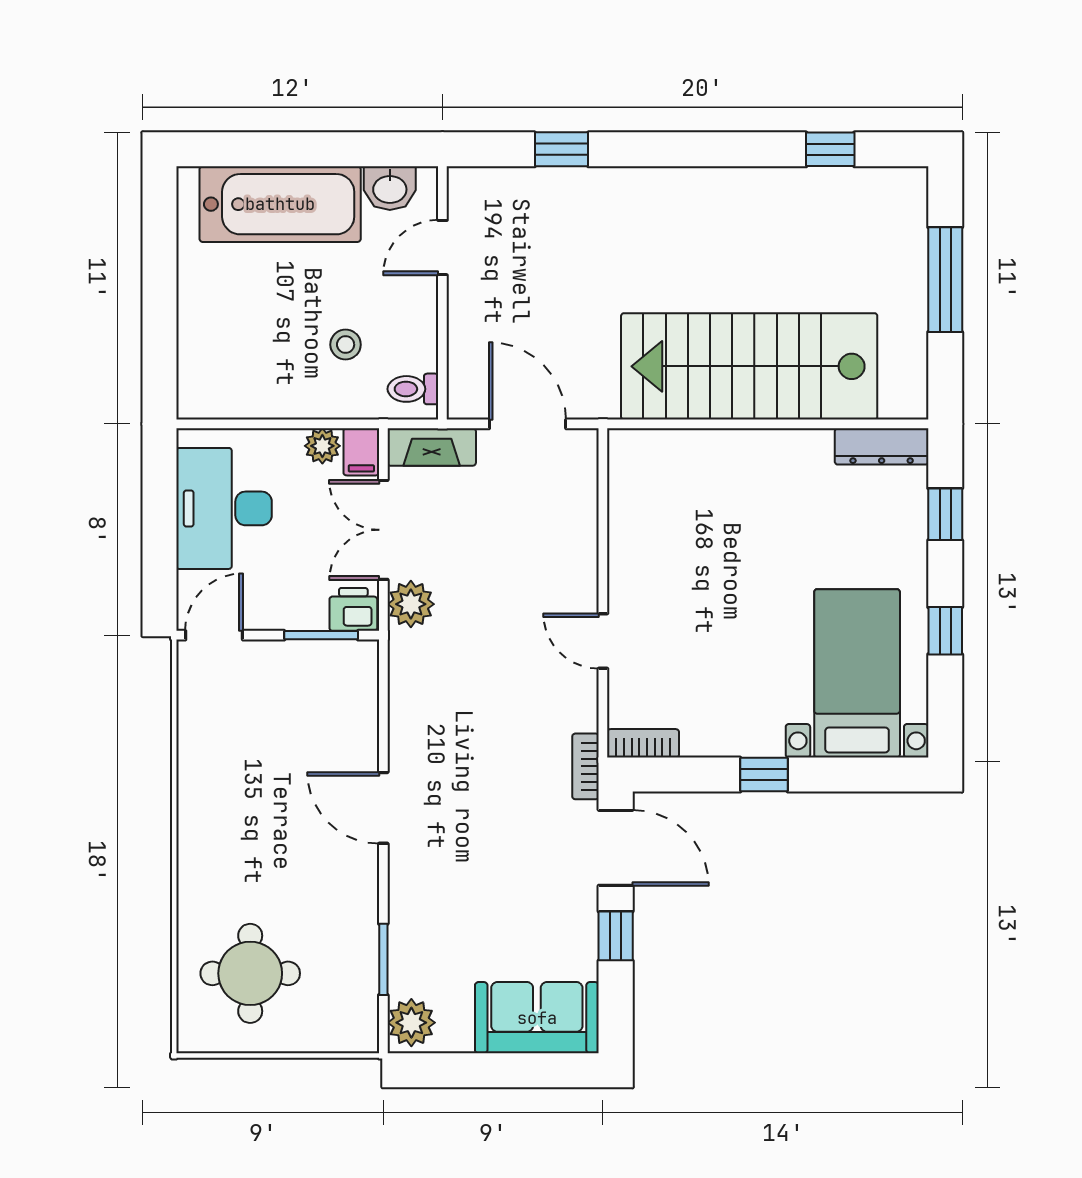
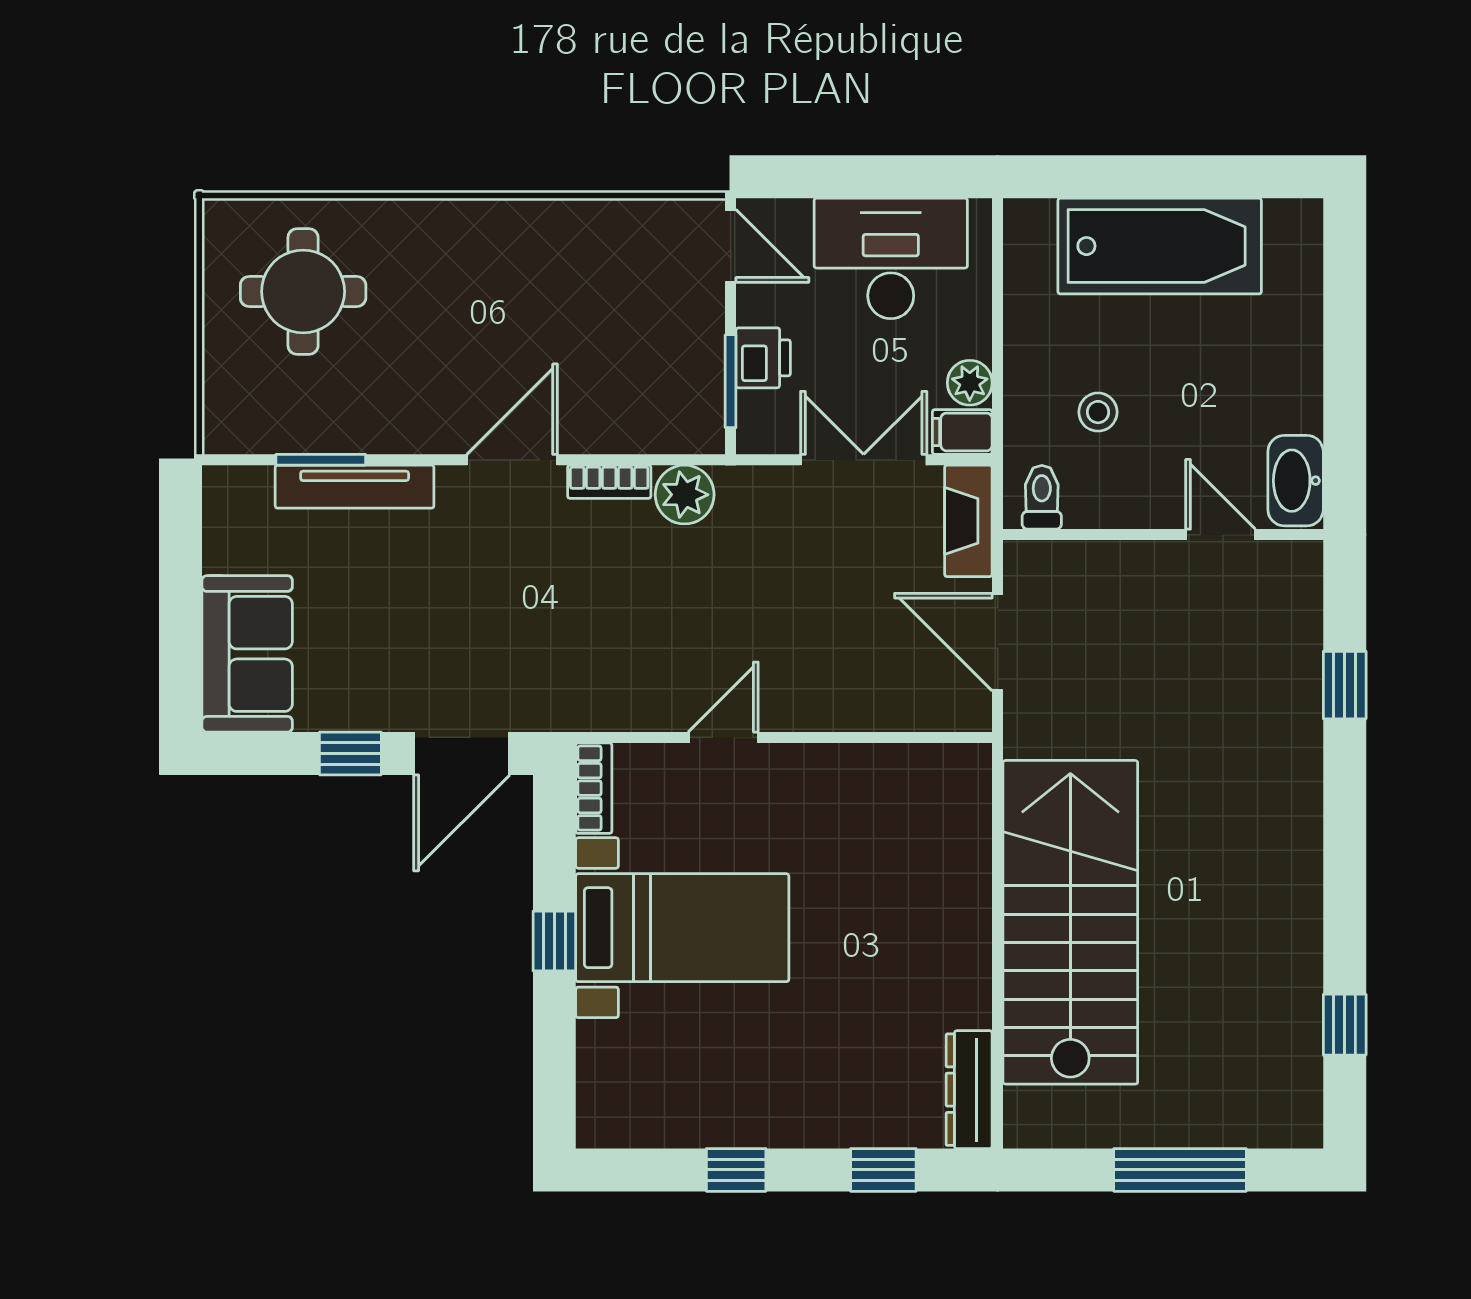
washbasin: (390, 188) -> (1296, 481), width x1.38
bathtub: (280, 204) -> (1160, 246), moved, turned -90
door: (528, 424) -> (998, 642), swing flipped
plant: (411, 604) -> (685, 495), moved
printer: (353, 609) -> (763, 358), moved
bed with nightstands: (857, 673) -> (682, 928), moved
bookcase: (586, 766) -> (609, 482), moved, turned 180
tv unit: (405, 933) -> (355, 487), added
plant: (411, 1023) -> (241, 495), removed

